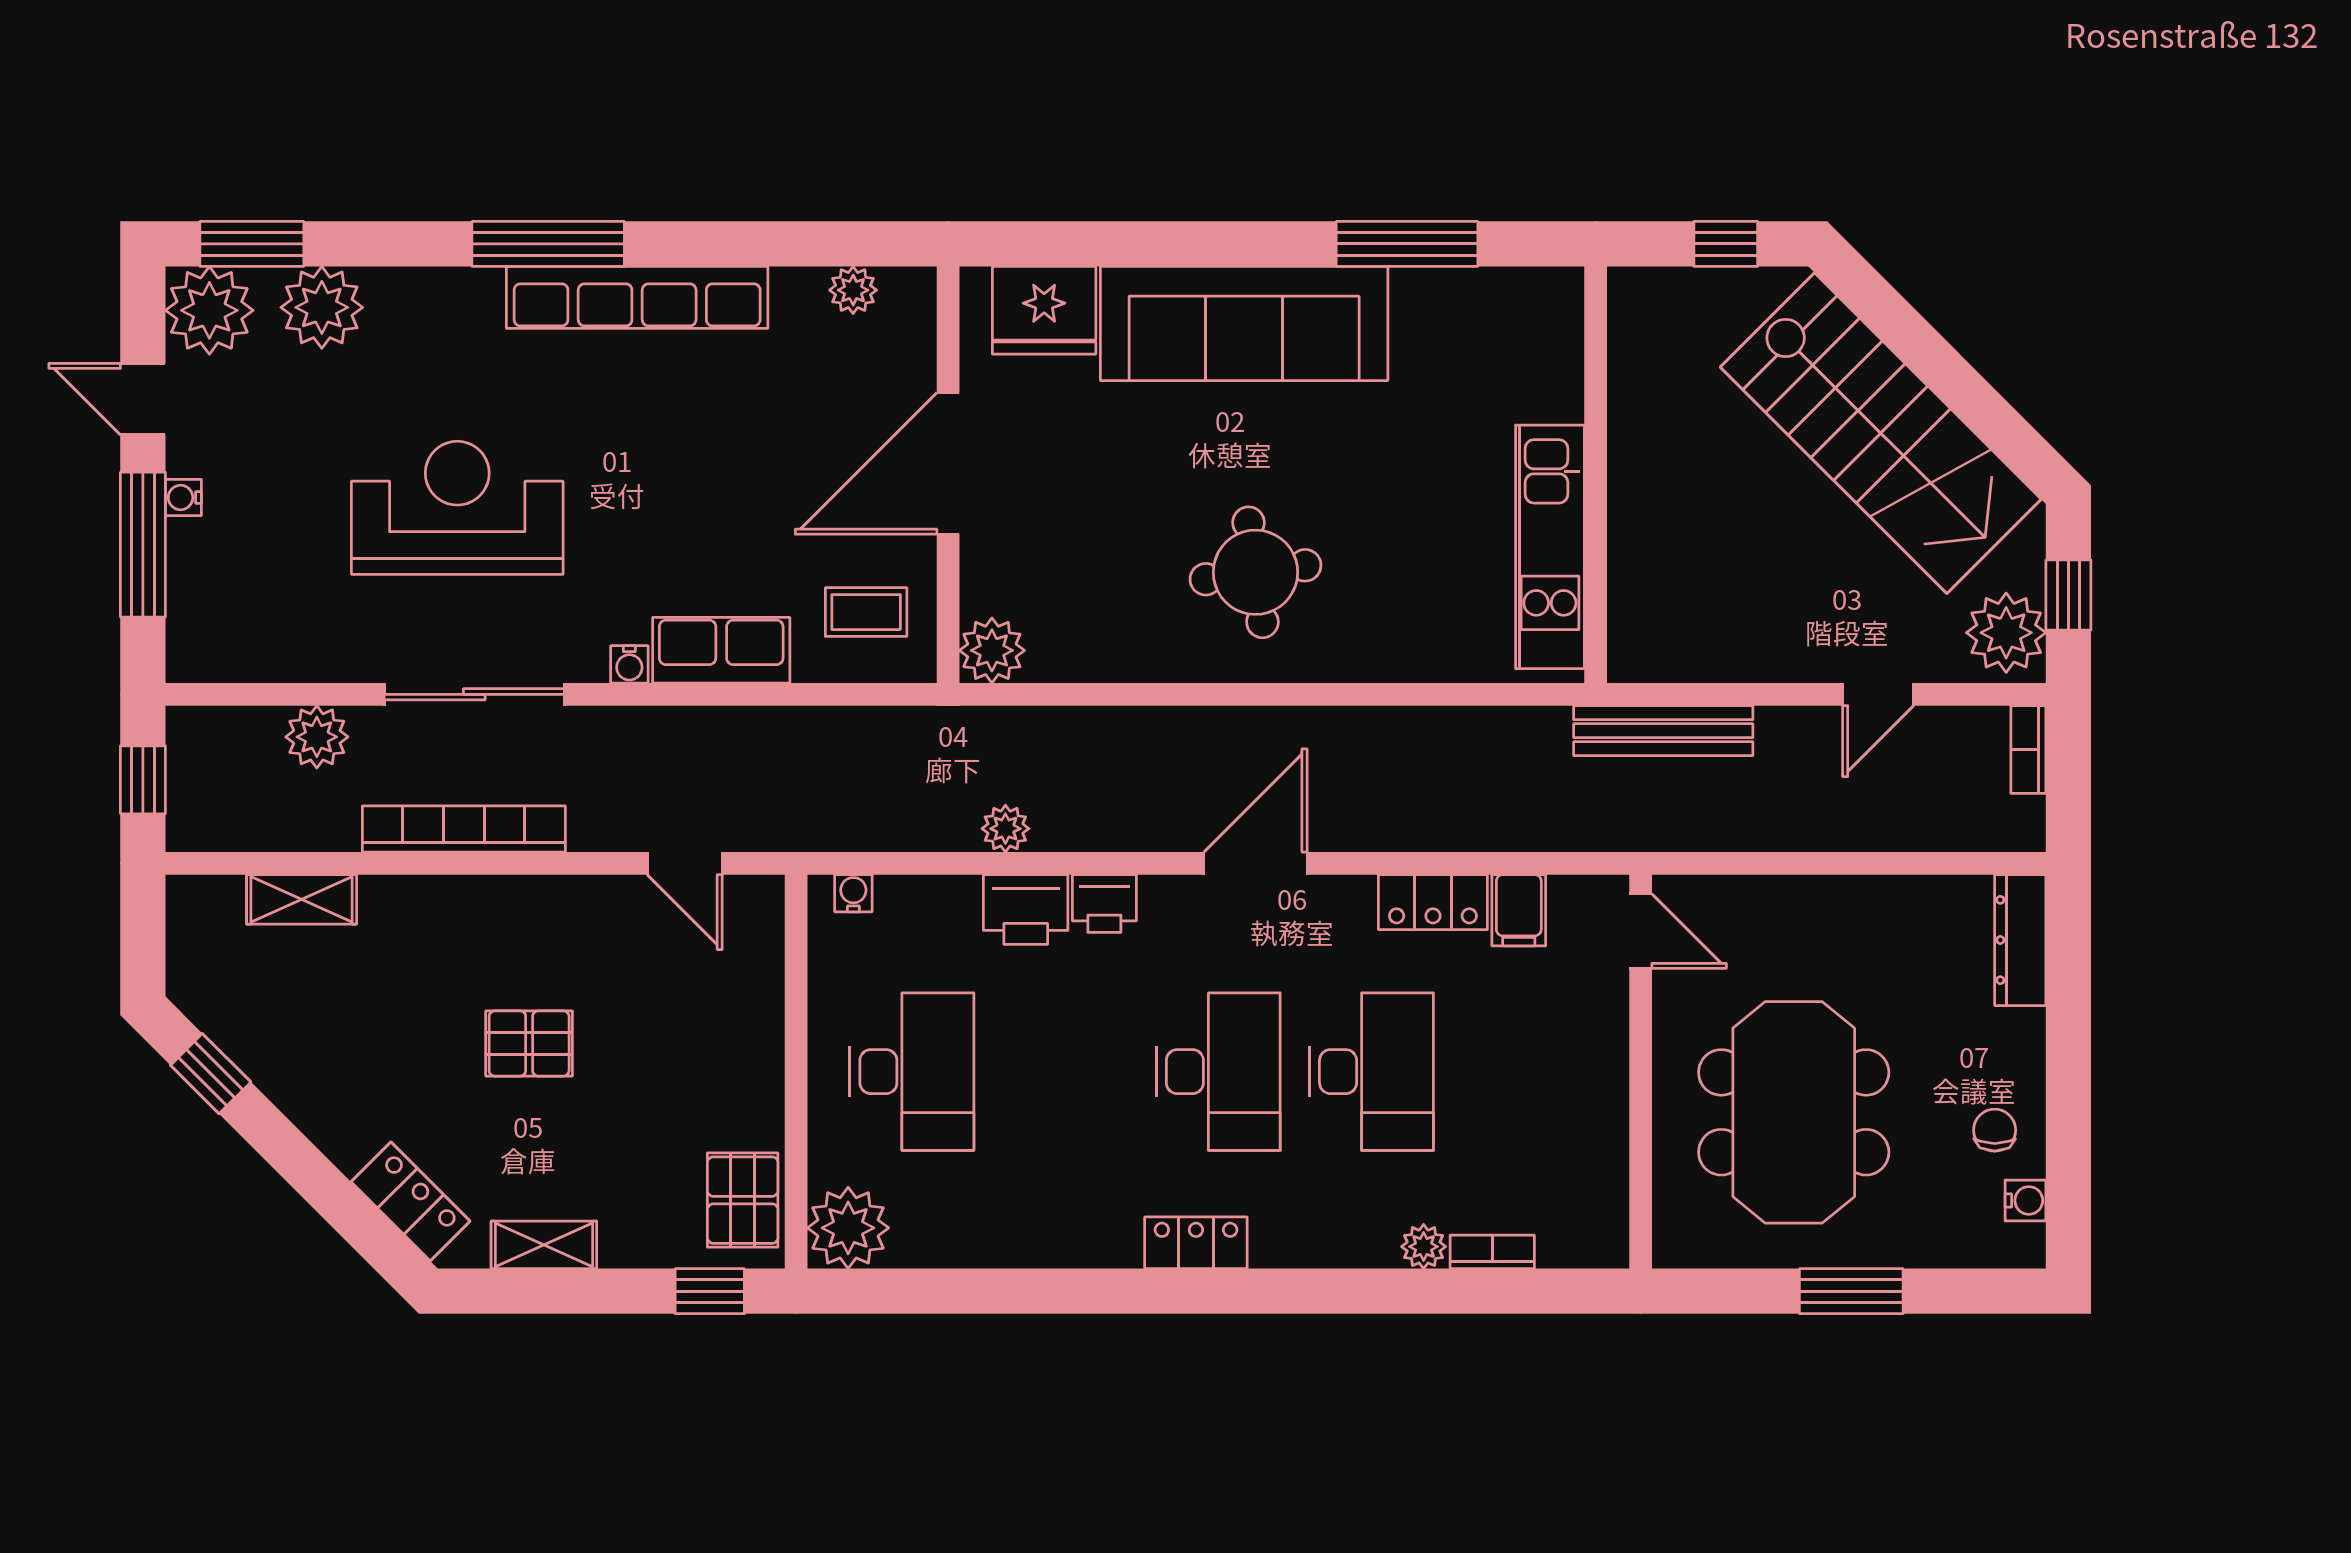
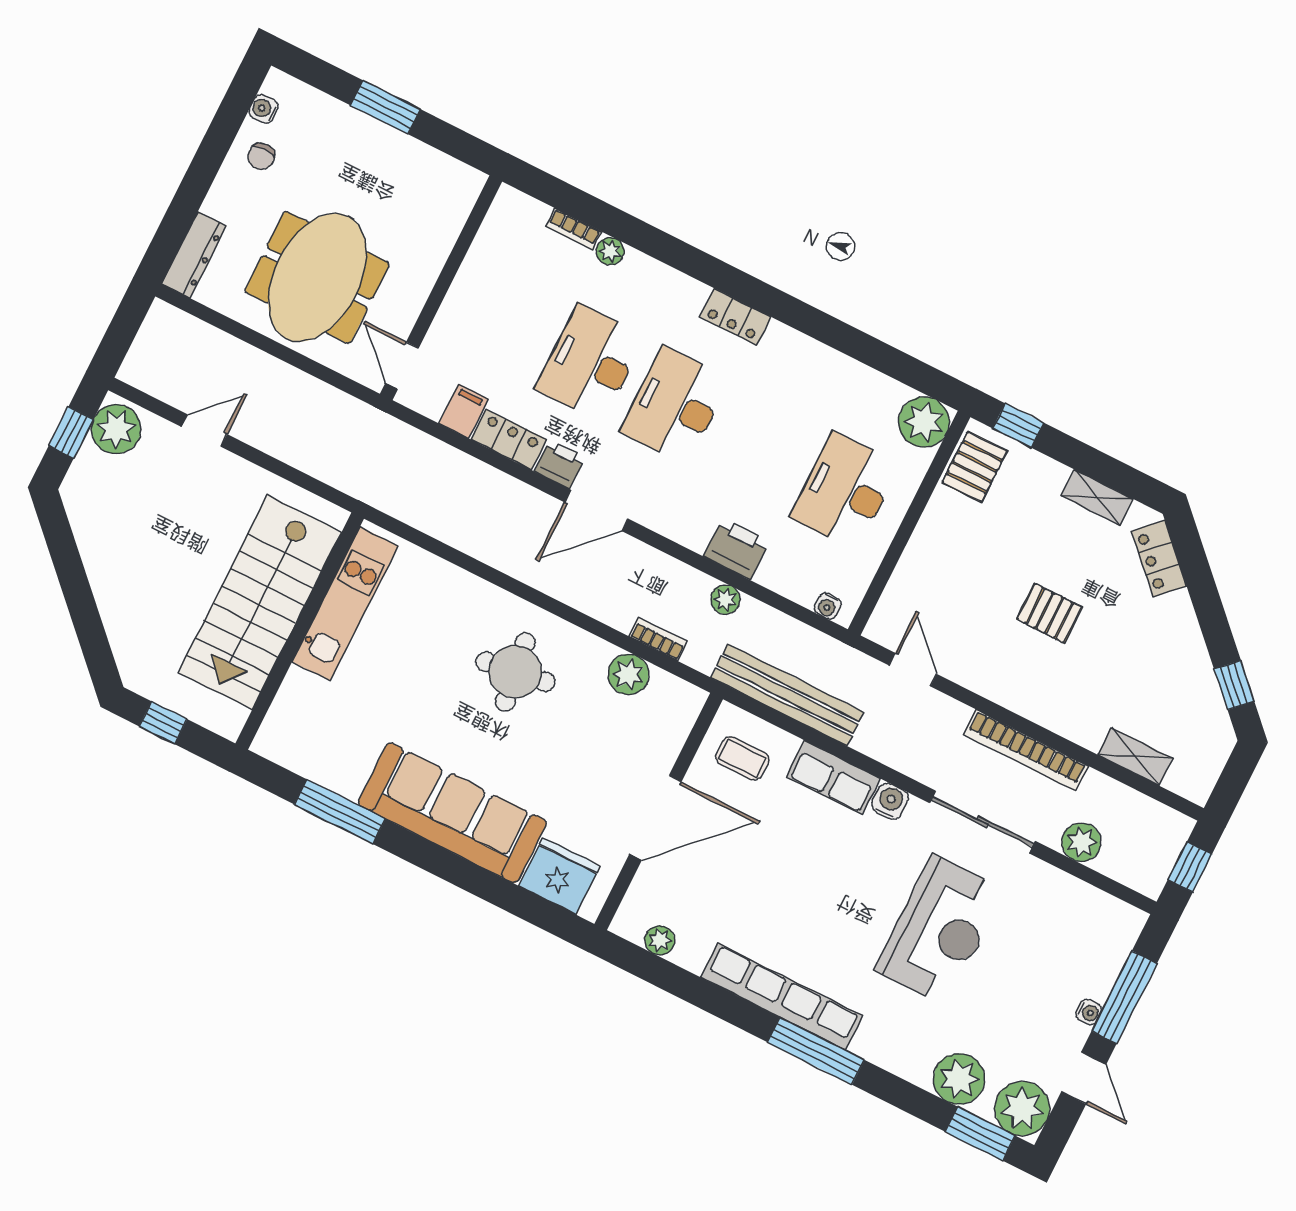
stairs: (1881, 433) -> (260, 602), moved, turned -135
reception desk: (457, 508) -> (940, 930), turned -90
plant: (992, 650) -> (628, 674), moved
water cooler: (629, 664) -> (890, 801), width x1.38, depth x1.38
bench: (1663, 731) -> (787, 695), moved, width x1.37, depth x1.21
bookcase: (2028, 749) -> (658, 639), moved, turned -90
printer: (1104, 904) -> (560, 464), moved
meeting table: (1794, 1112) -> (317, 277), moved

